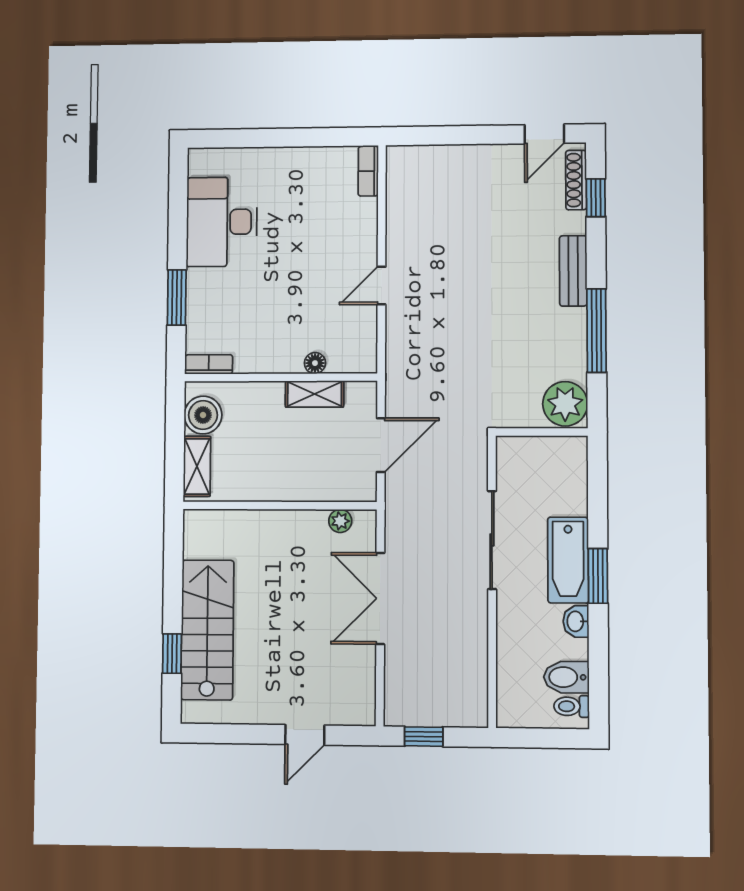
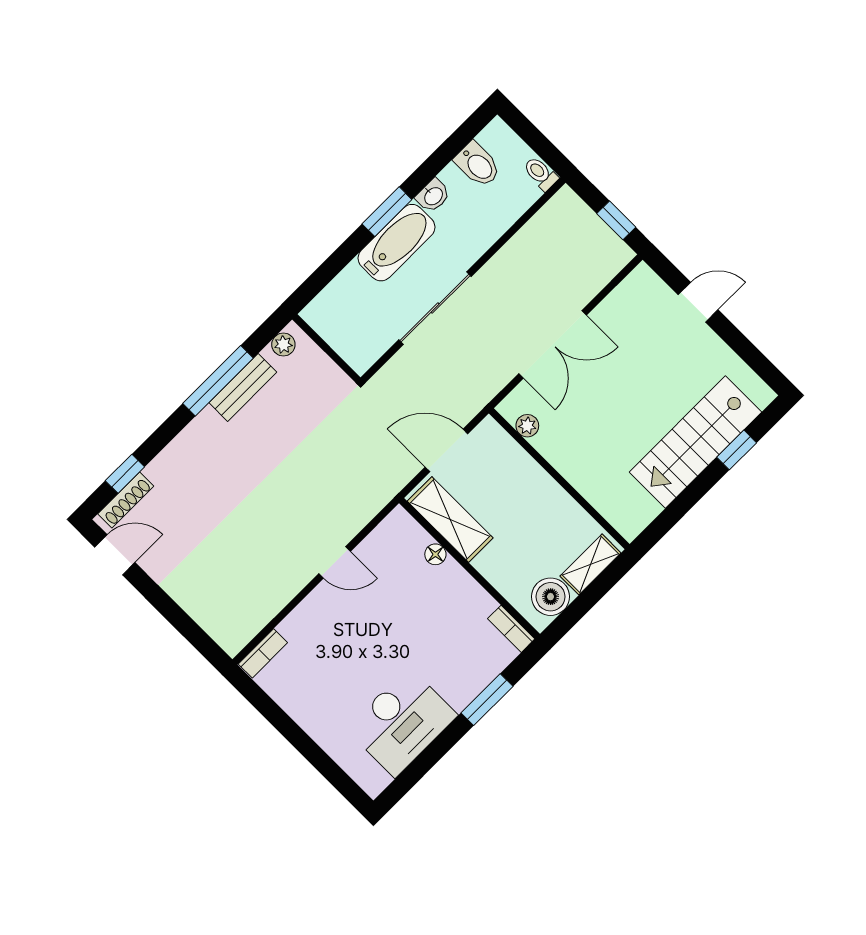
bench: (573, 271) -> (243, 387), moved
shelving: (315, 394) -> (450, 519), width x1.50, depth x1.33
plant: (565, 404) -> (283, 345), width x0.53, depth x0.53
toilet: (572, 706) -> (541, 174), moved, turned 180

